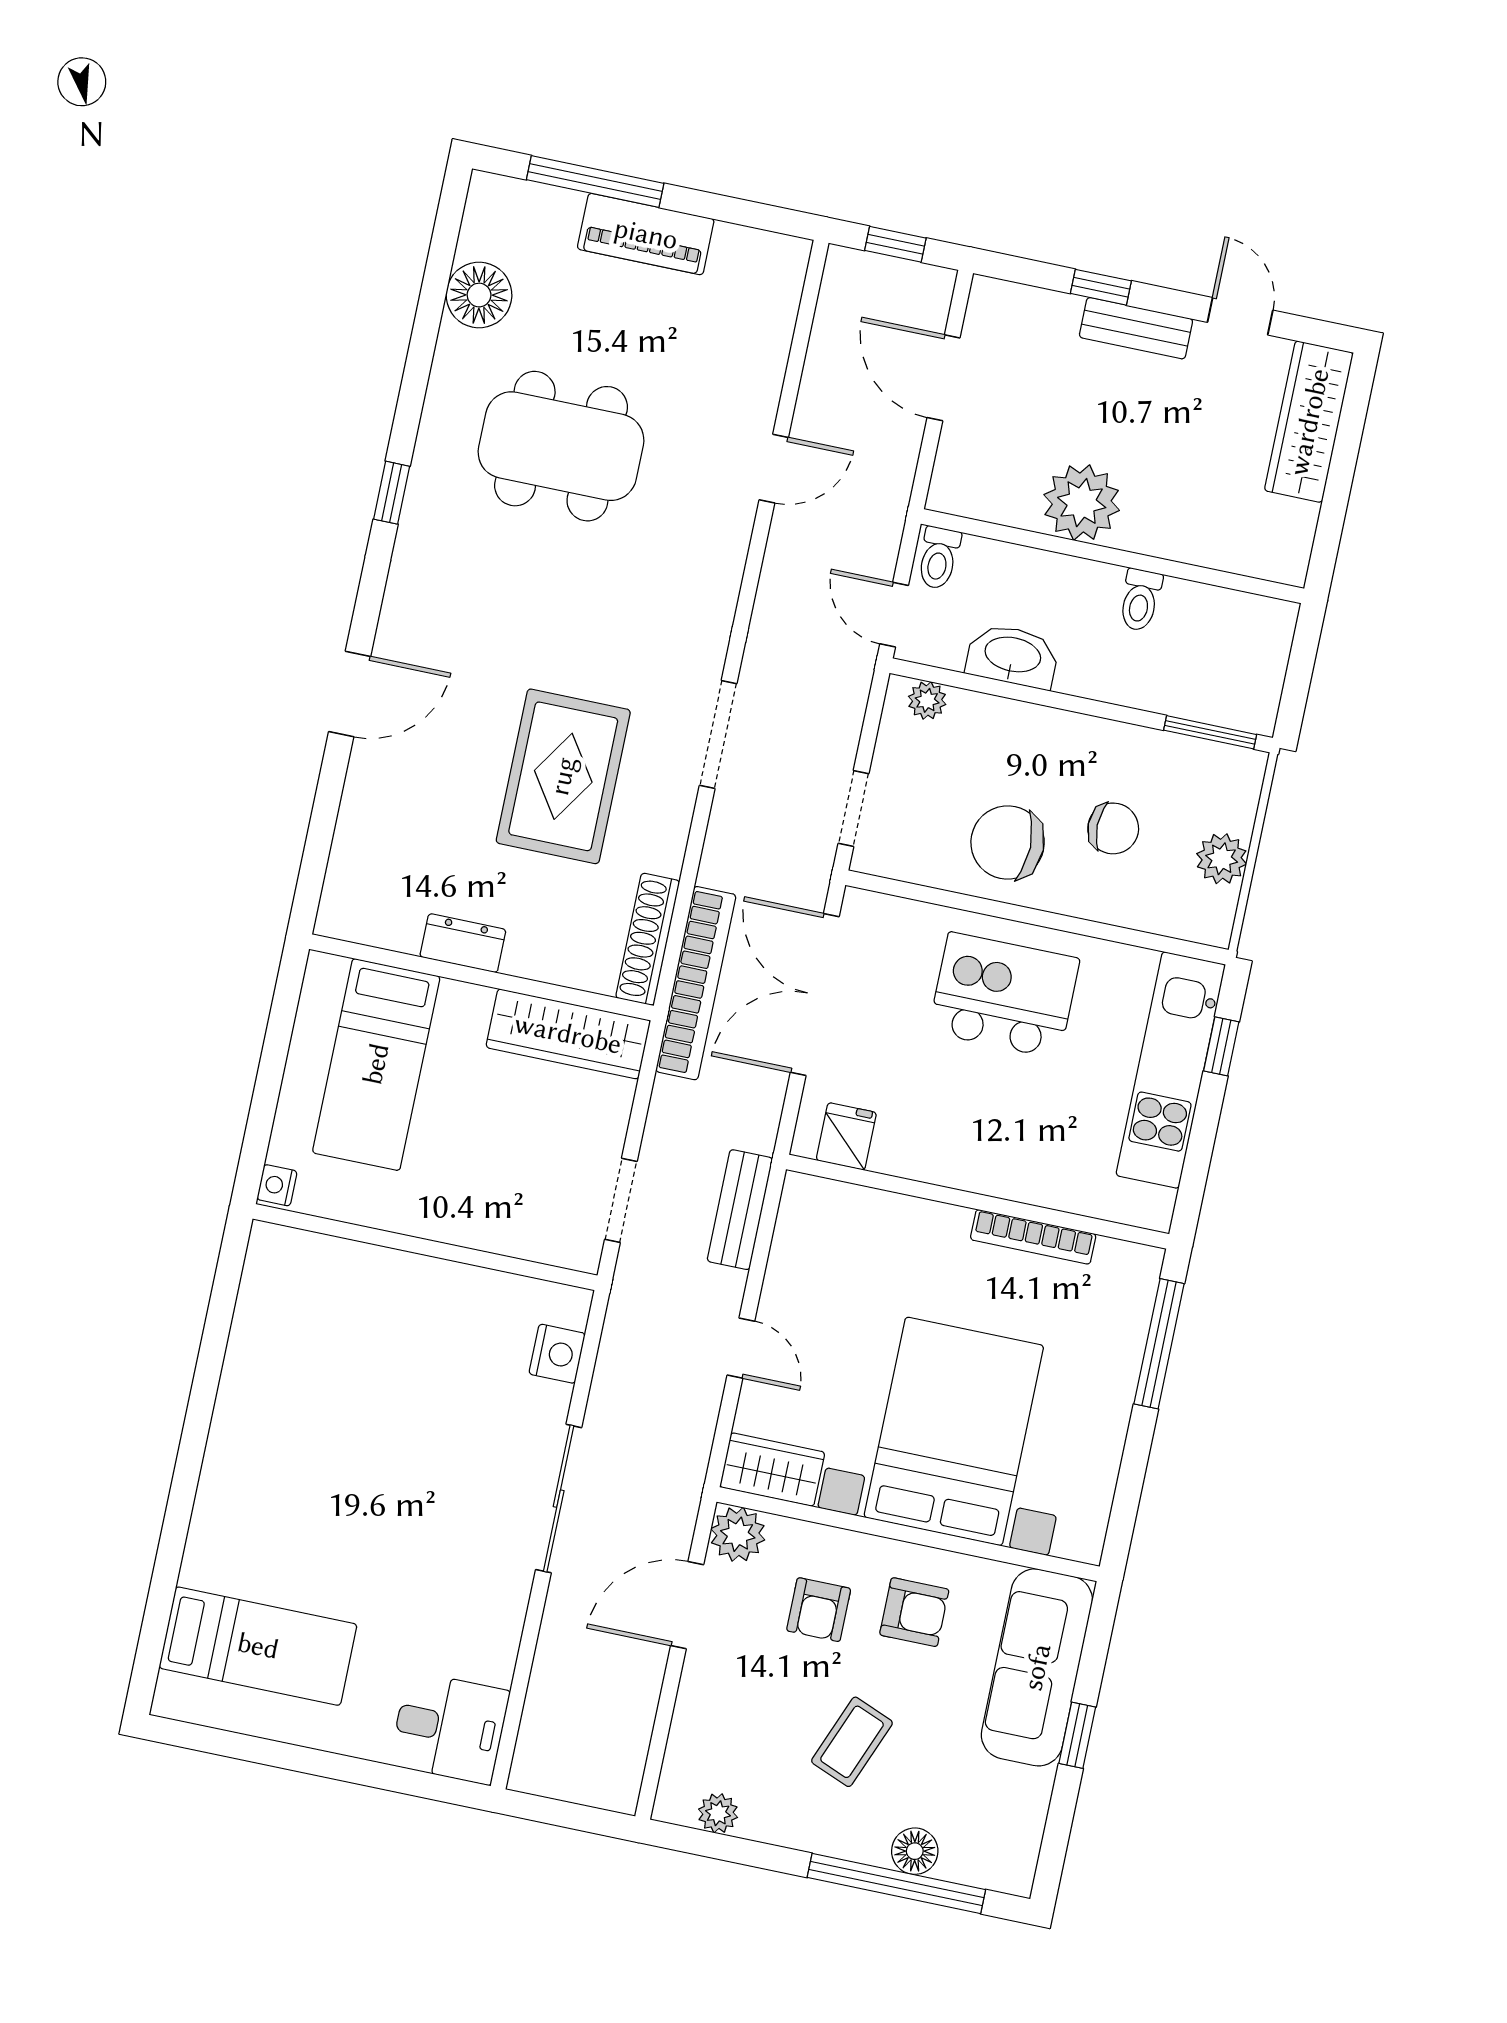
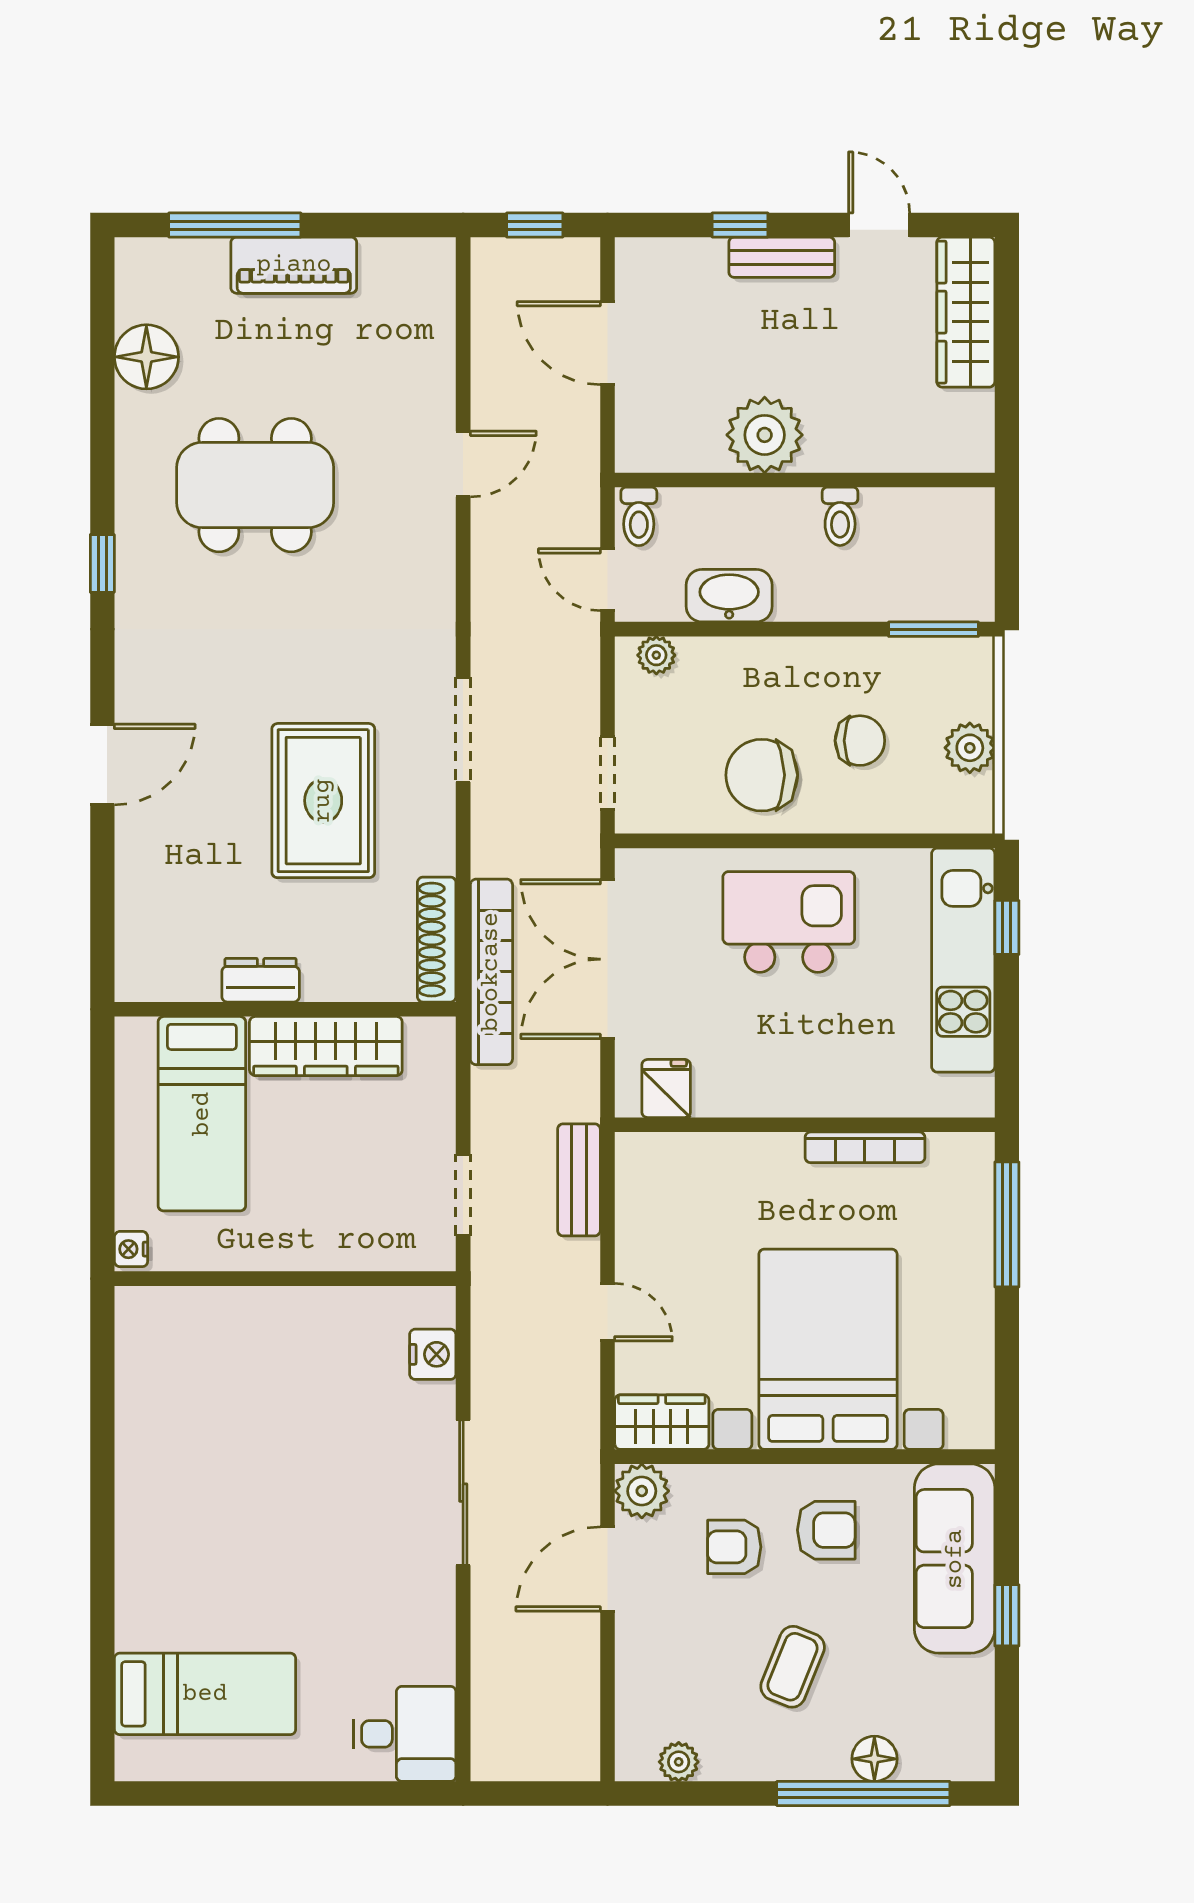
wardrobe: (568, 1034) -> (326, 1046), moved
armchair: (819, 1610) -> (734, 1547), turned 90

